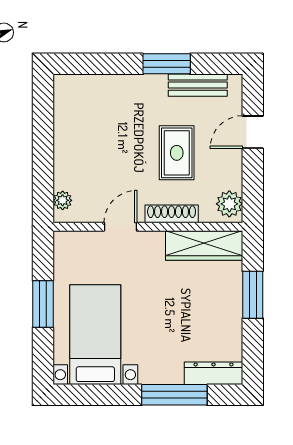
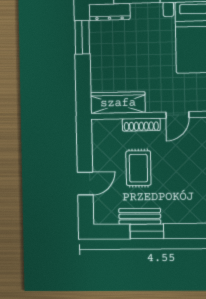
bench: (198, 85) -> (140, 216), moved
plant: (229, 204) -> (101, 132), removed
window: (253, 295) -> (82, 37), moved

